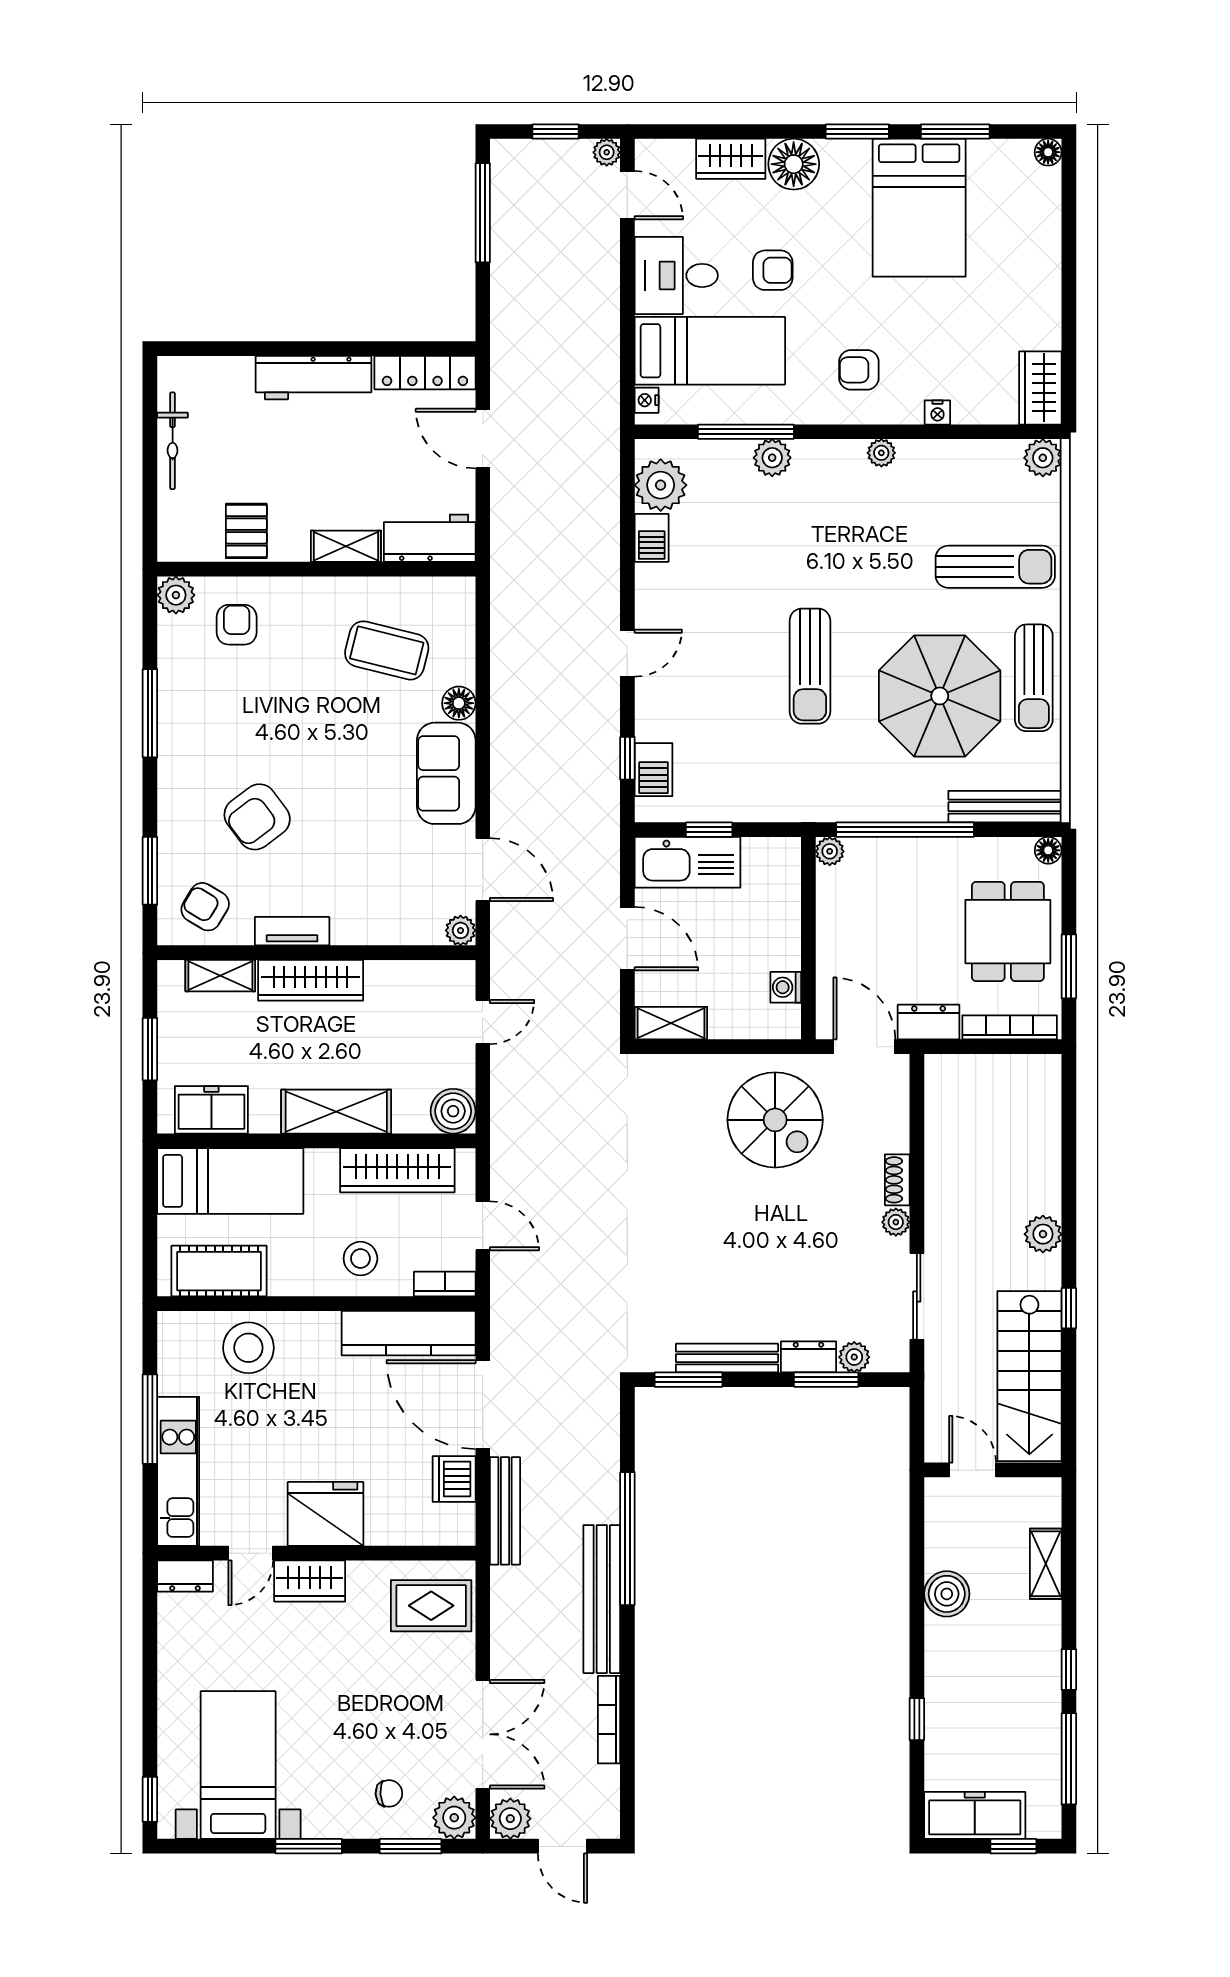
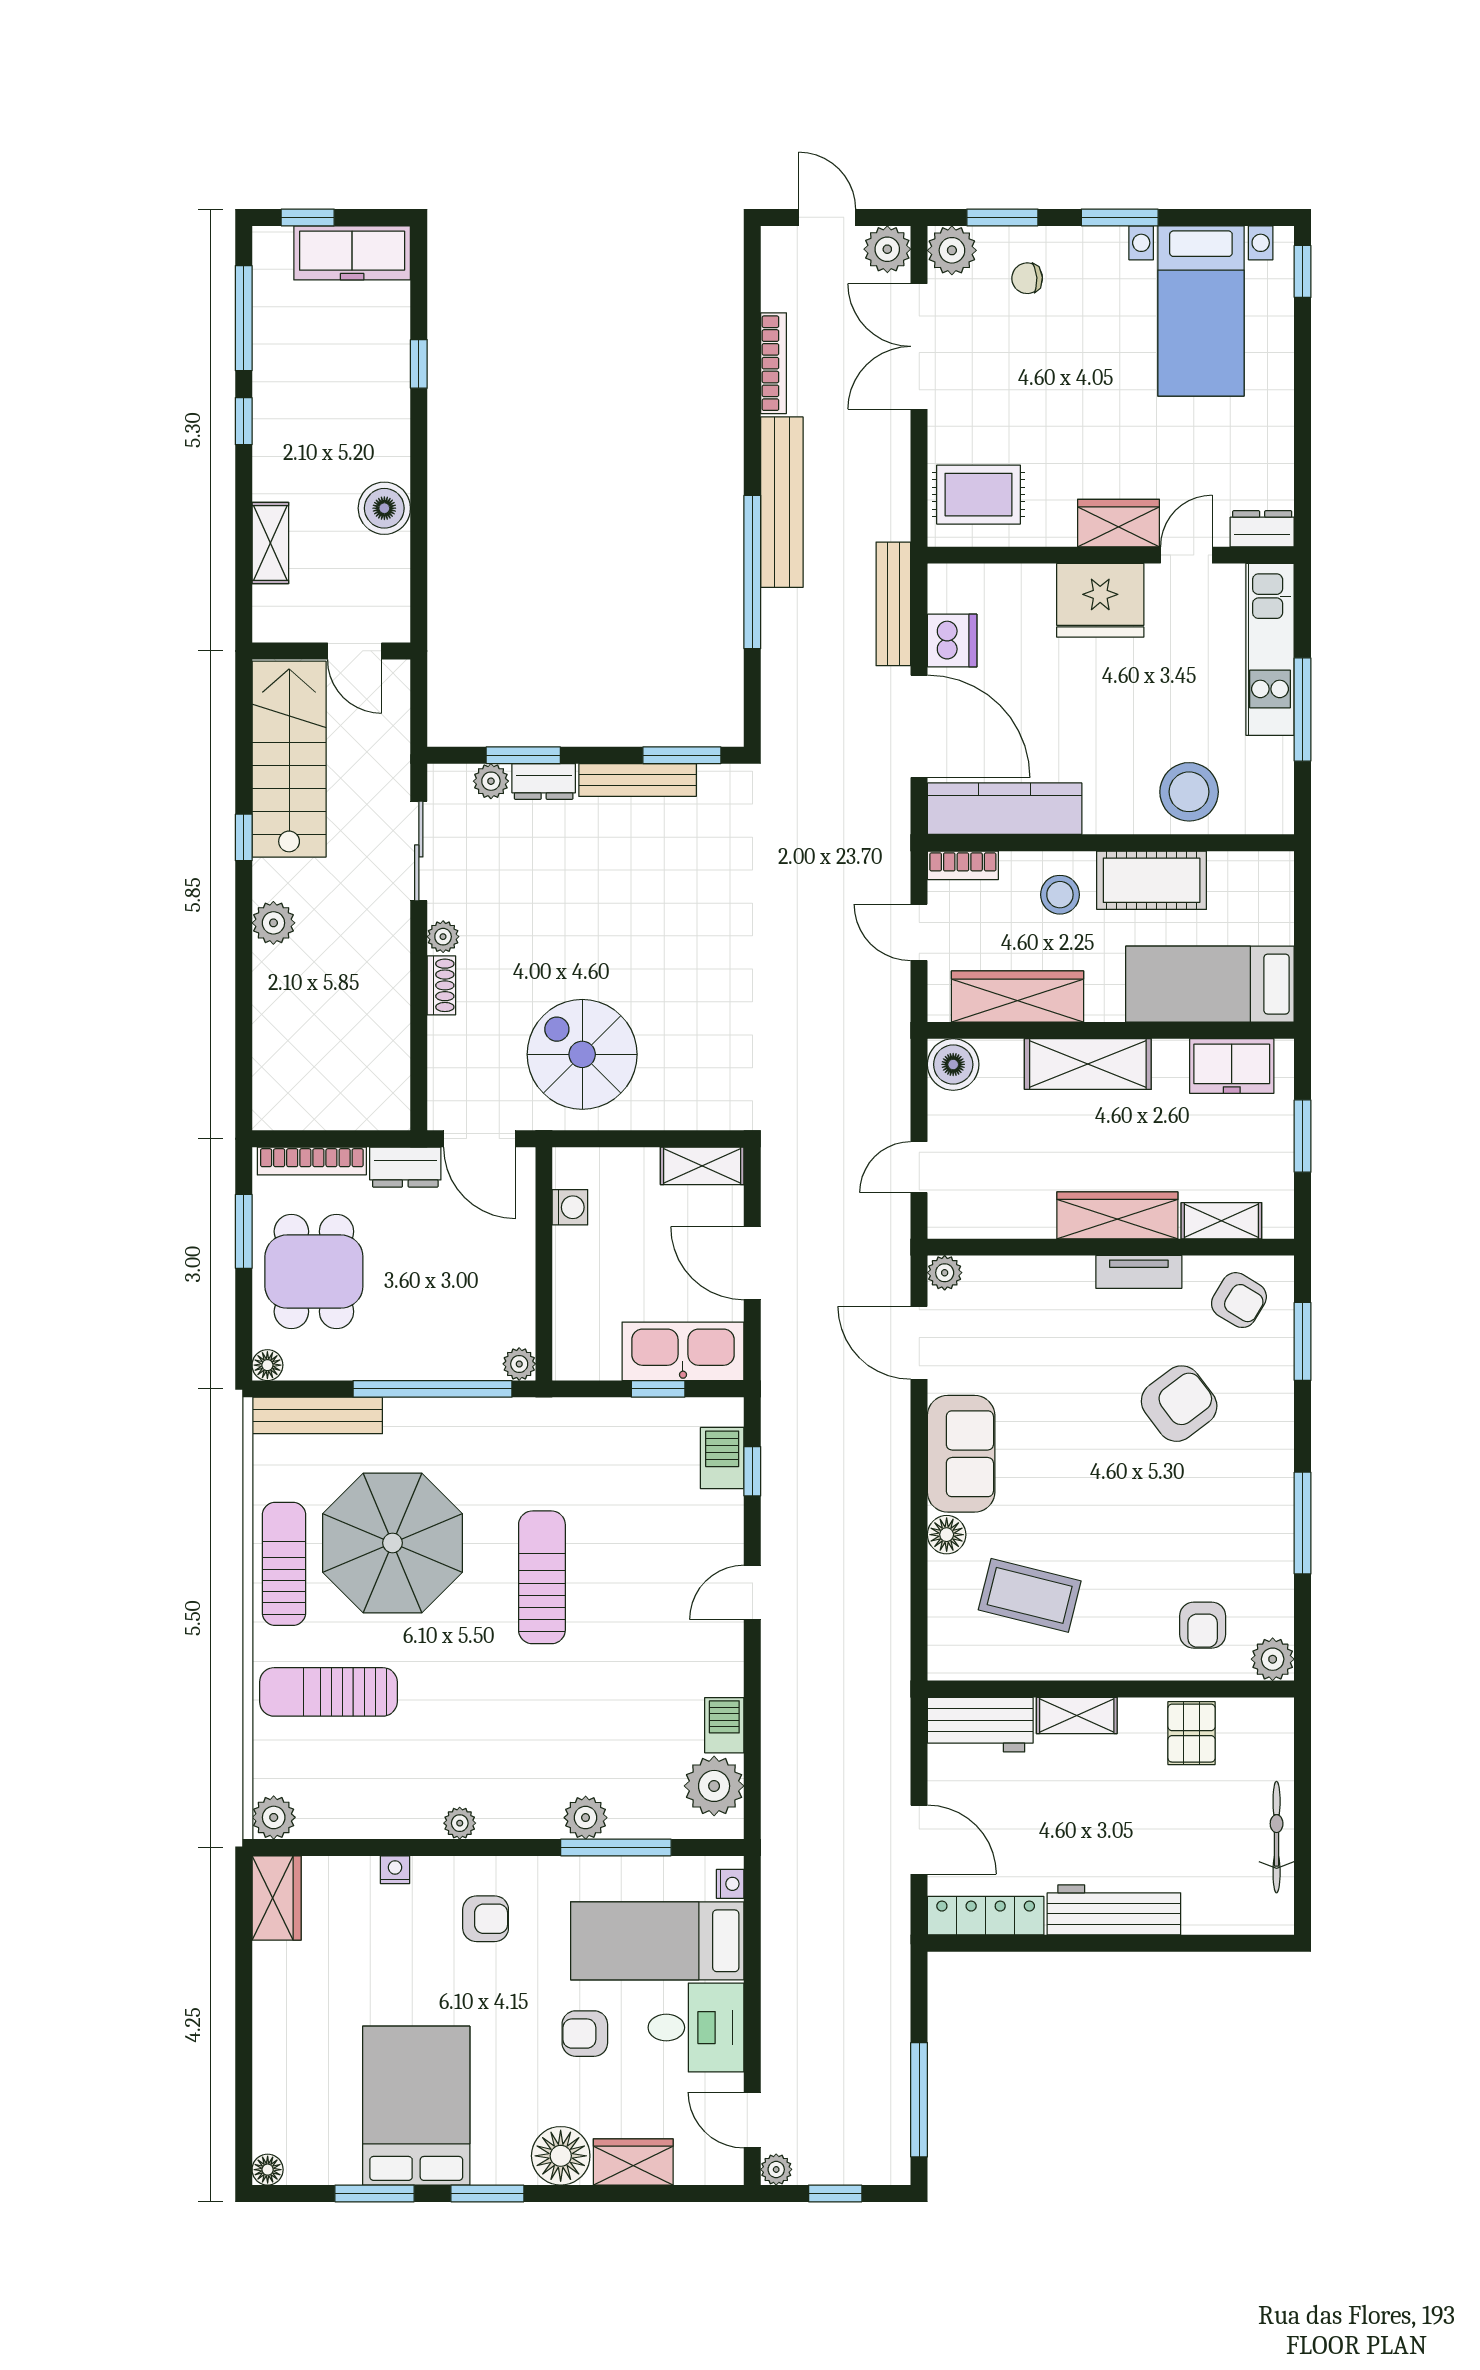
cot: (219, 1271) -> (1152, 880), moved

